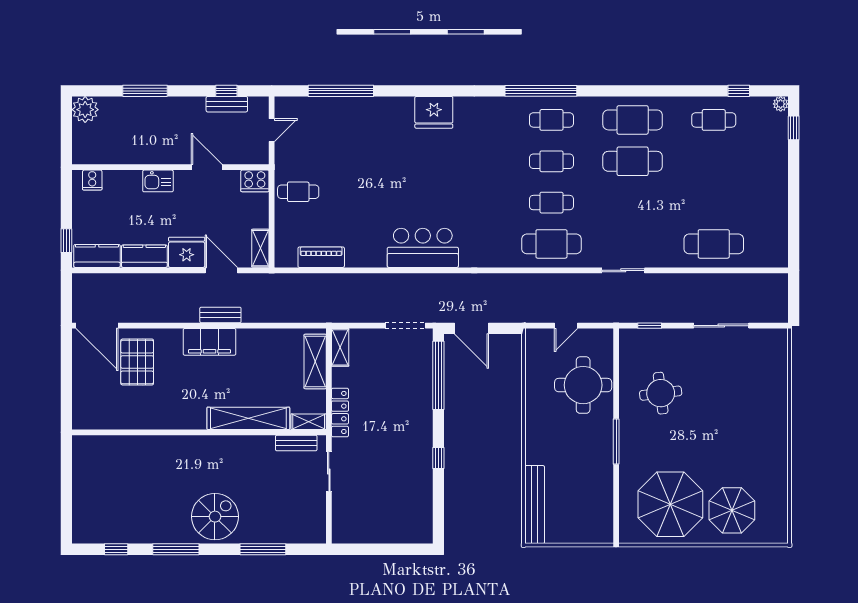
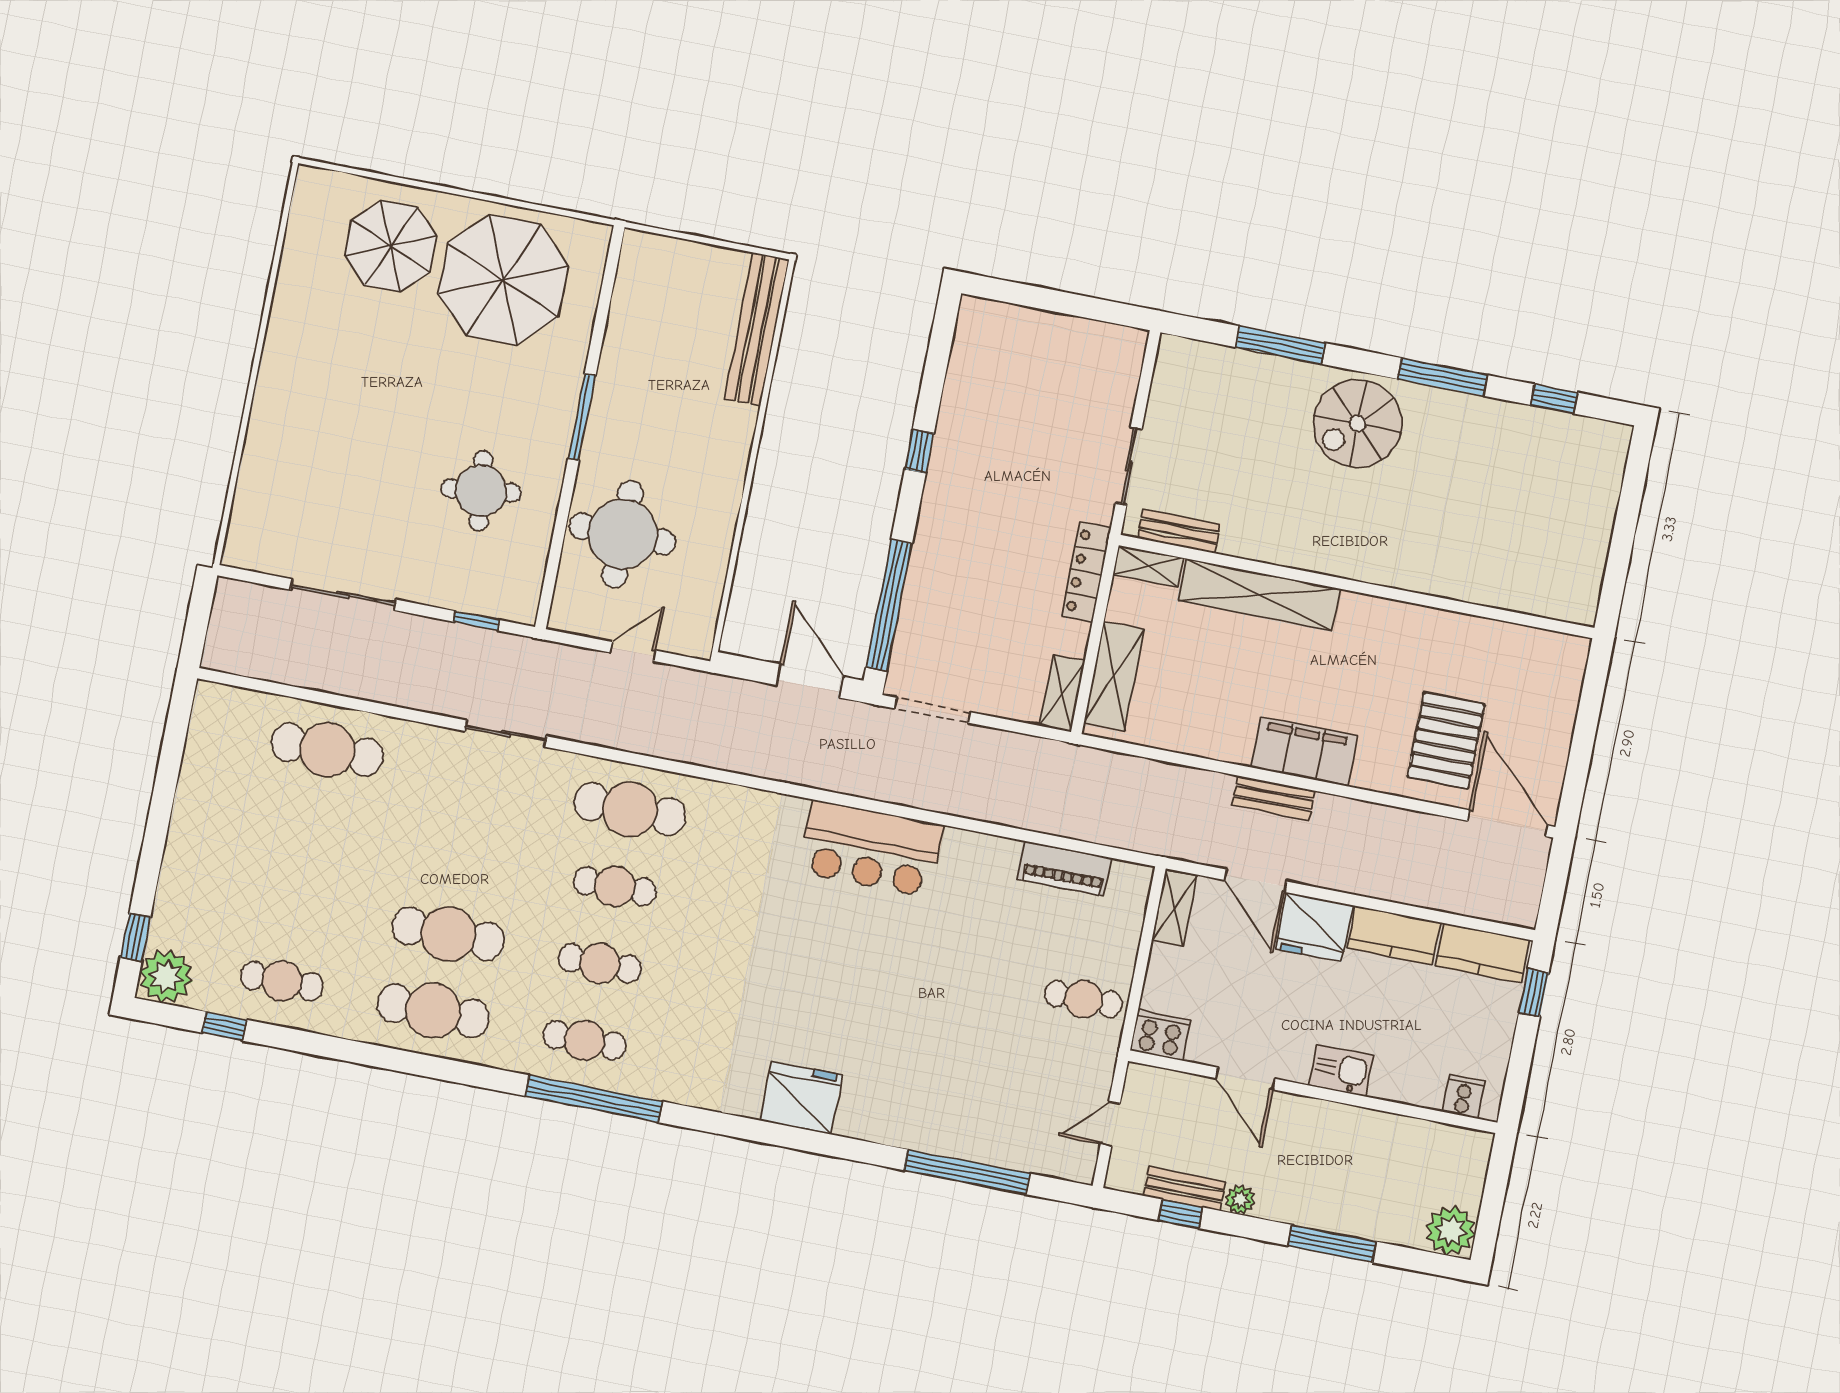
plant: (197, 104) -> (1240, 1200), added
plant: (781, 104) -> (166, 977), width x1.88, depth x1.88

